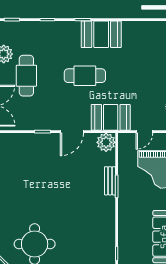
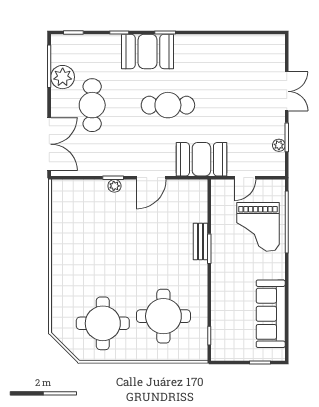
booth: (101, 34) -> (148, 51), moved
plant: (106, 142) -> (114, 186), moved, width x0.53, depth x0.53
round table: (81, 238) -> (163, 316), added

